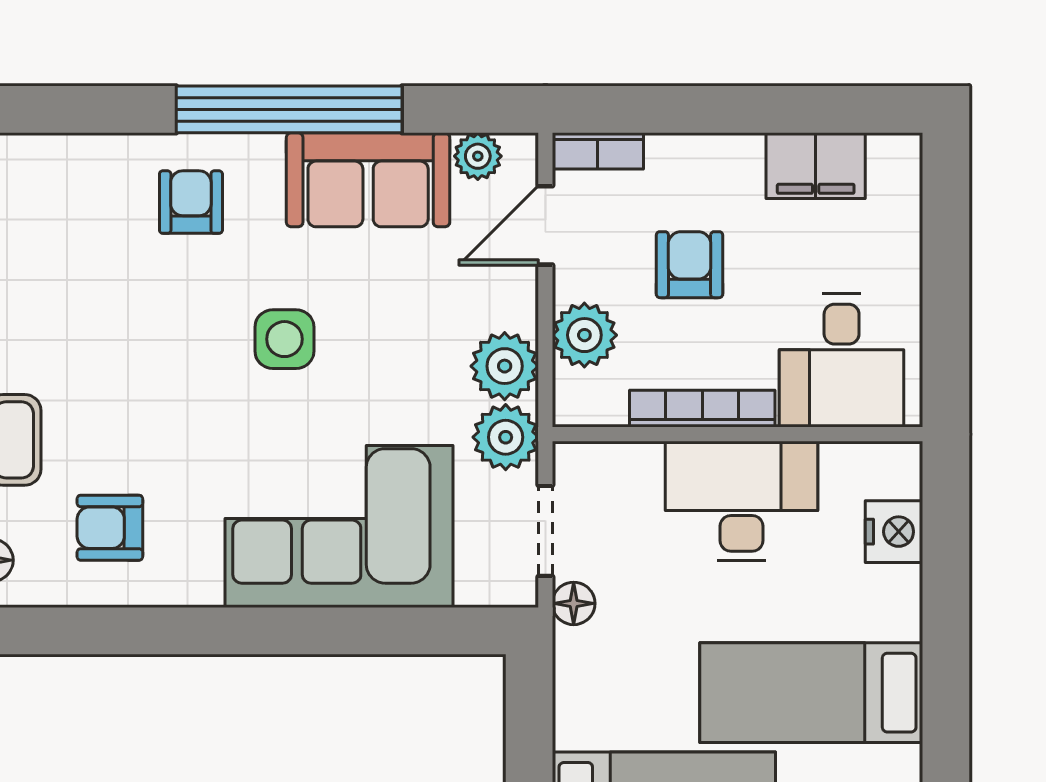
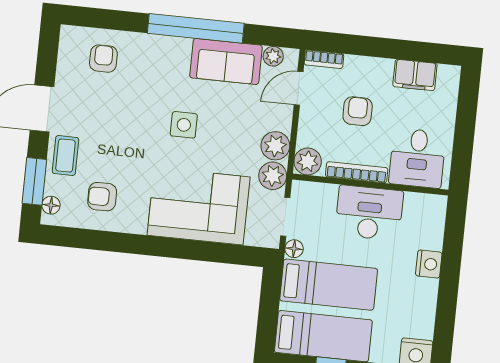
armchair: (191, 202) -> (103, 59), moved
plant: (584, 335) -> (308, 161), moved
nightstand: (894, 532) -> (429, 264), moved
bed: (811, 693) -> (329, 285), moved, turned 180

